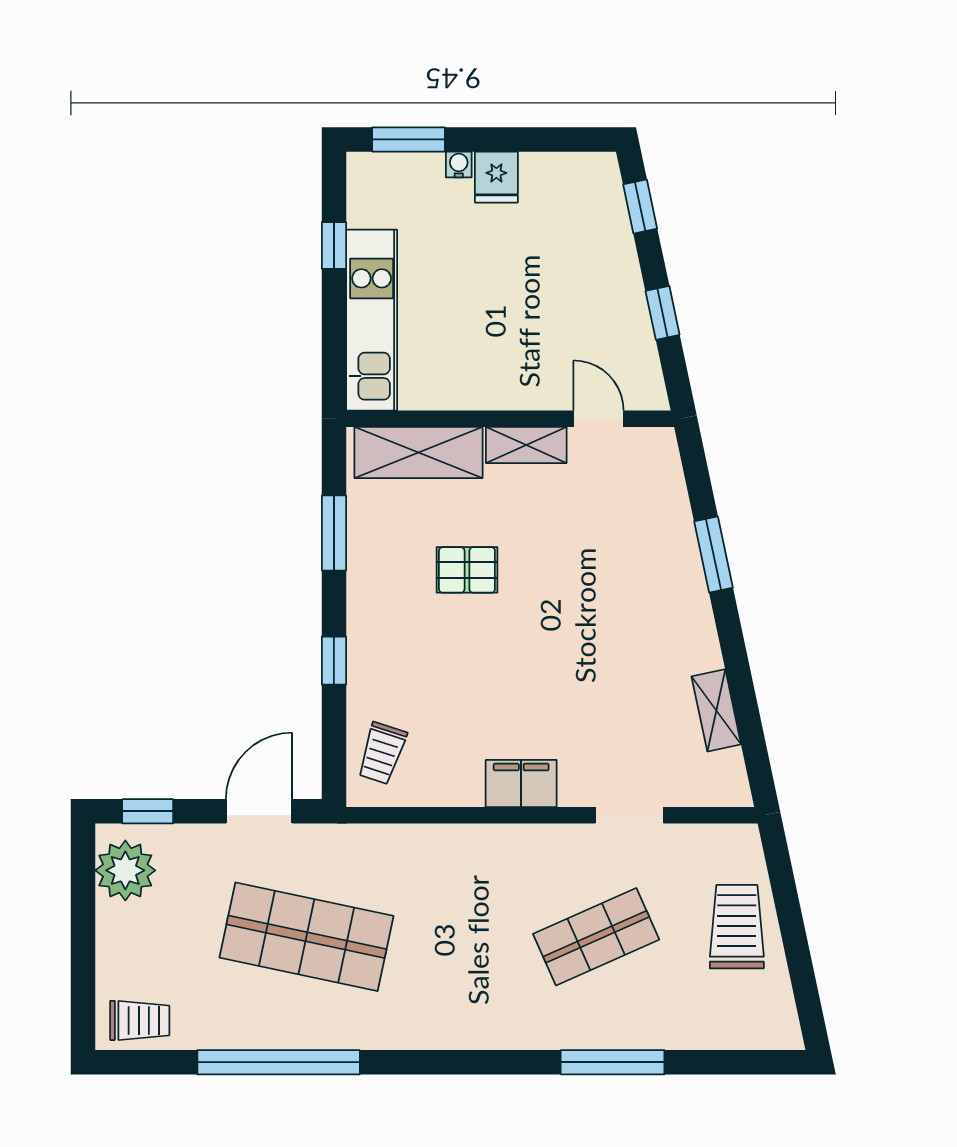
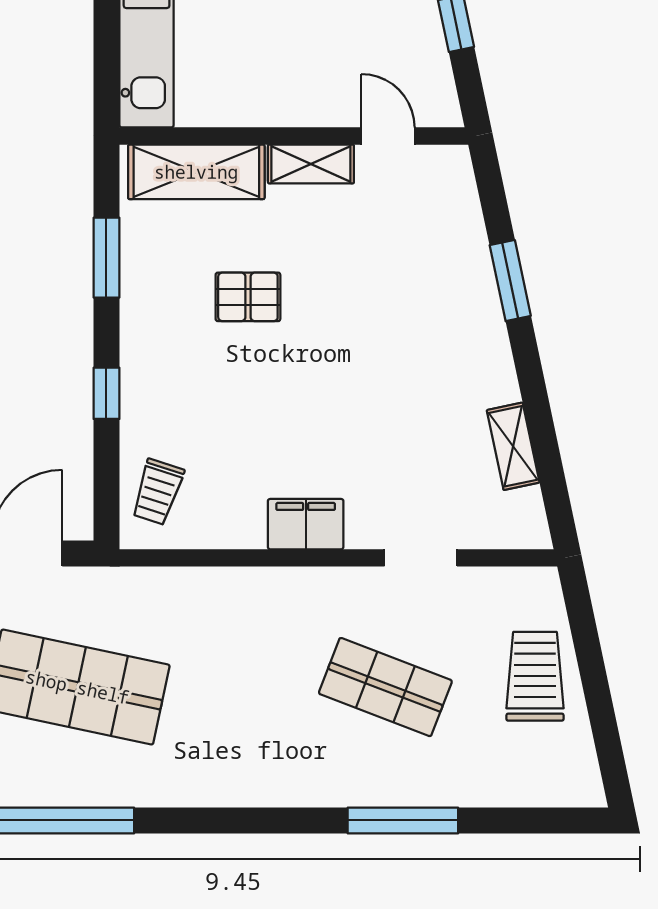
shop shelf: (596, 937) -> (385, 687), turned 45

